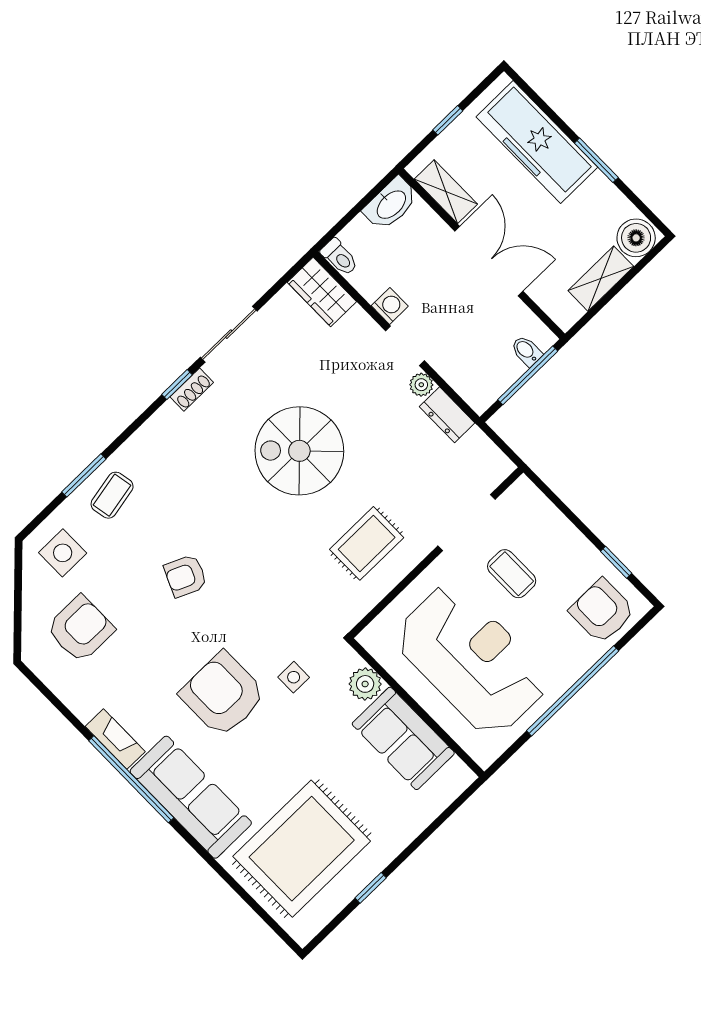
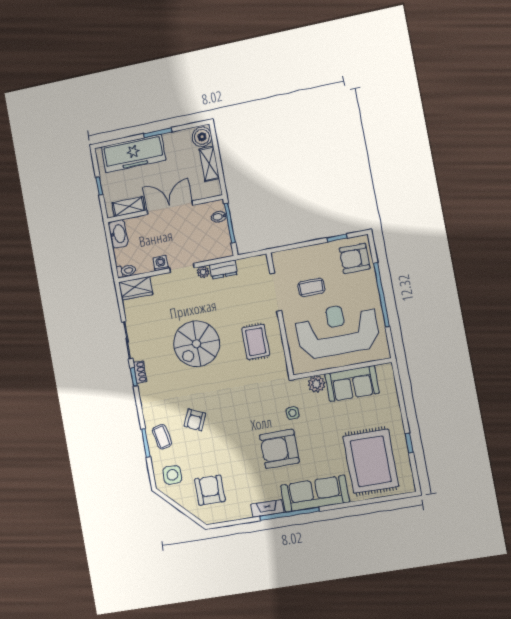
armchair: (185, 576) -> (195, 420), moved

